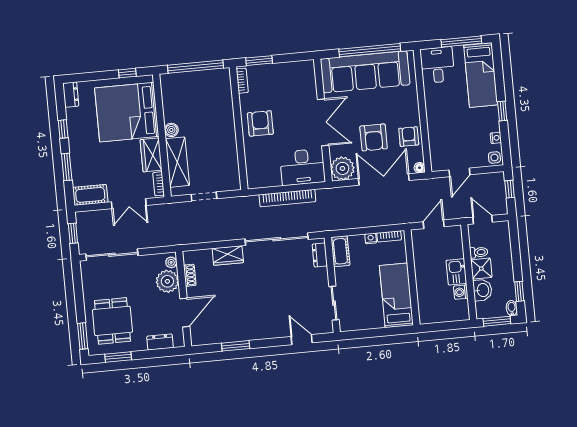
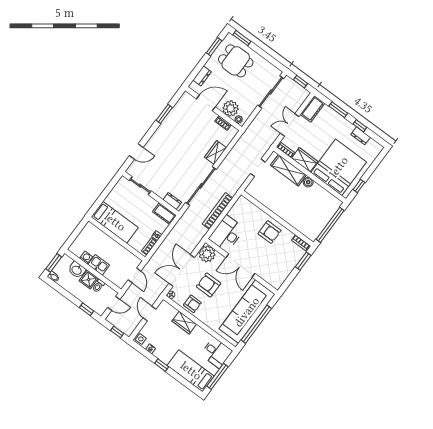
dresser: (71, 95) -> (361, 136), moved
wardrobe: (436, 127) -> (184, 323), added
double door: (384, 180) -> (182, 270), swing flipped
window: (519, 291) -> (86, 309), moved
door: (185, 312) -> (206, 103), swing flipped

